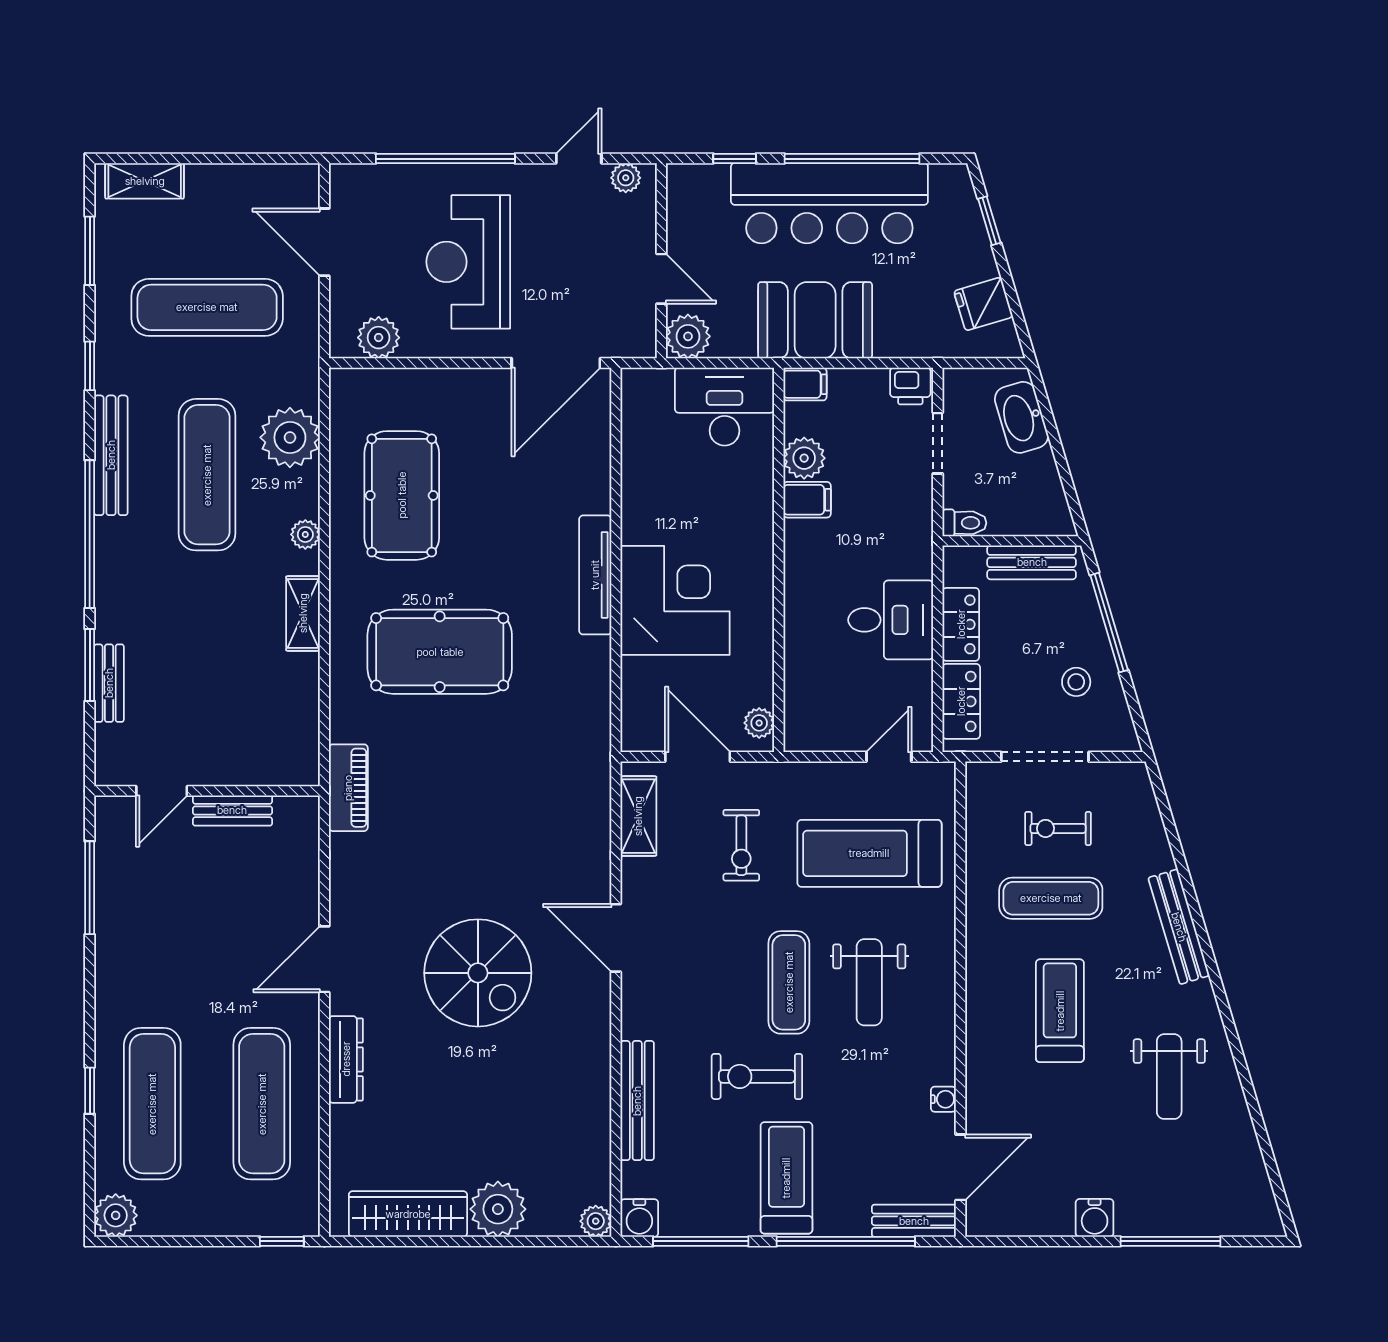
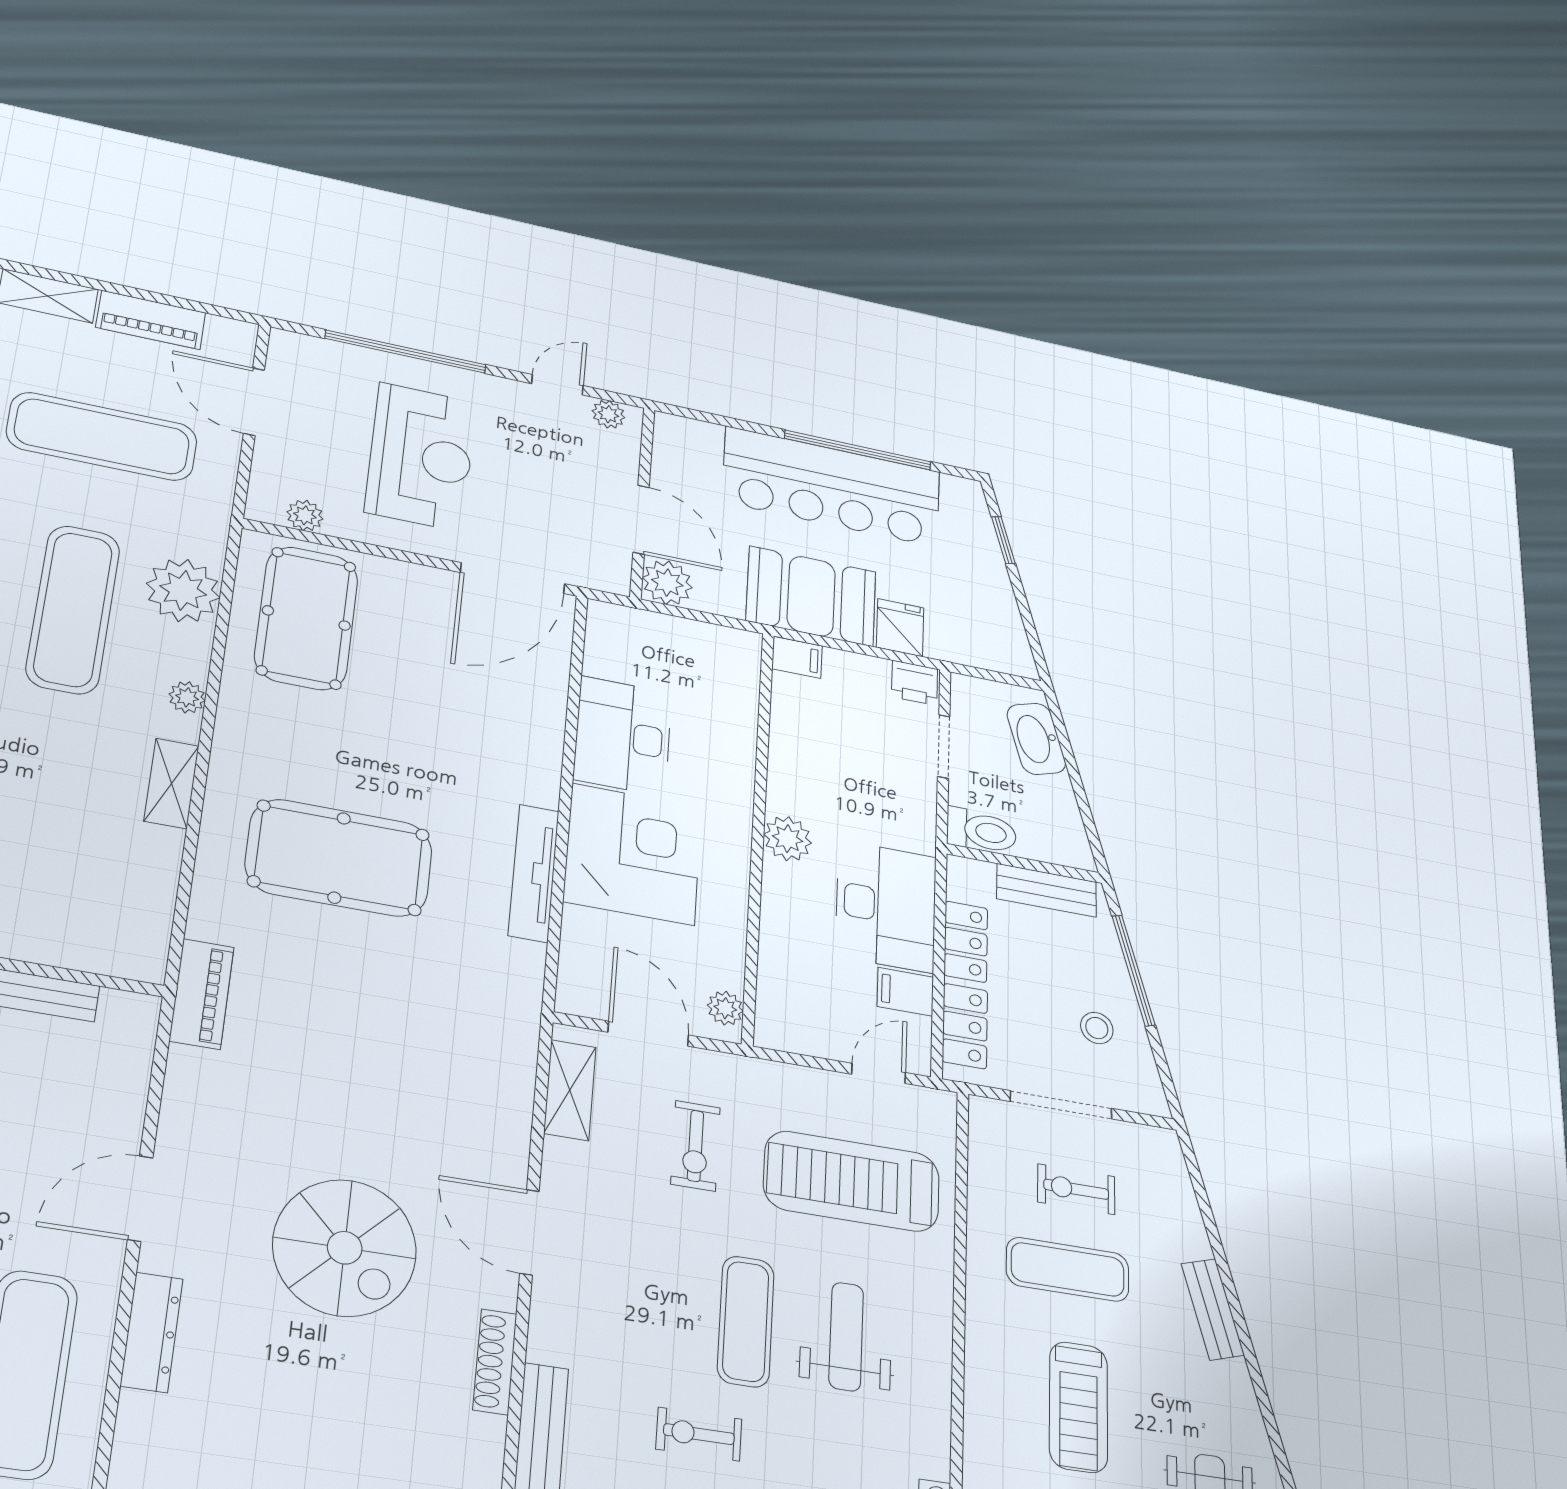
window: (735, 159) -> (730, 422), removed
piano: (230, 183) -> (151, 320), added
reception desk: (468, 262) -> (421, 457), turned 180
door: (661, 279) -> (641, 520), width x1.38
fridge: (983, 304) -> (900, 628), moved, turned 107
plant: (379, 338) -> (305, 515), width x0.73, depth x0.73
desk: (725, 407) -> (623, 736), moved, turned -90
plant: (804, 458) -> (788, 839), moved
pool table: (402, 495) -> (306, 618), moved
filing cabinet: (807, 500) -> (905, 992), moved, turned 180
toilet: (964, 523) -> (981, 831), width x1.37, depth x1.39
tv unit: (595, 575) -> (534, 873), moved
desk: (891, 620) -> (886, 906), width x1.37
bench: (1179, 927) -> (1213, 1309), width x0.73
weight bench: (869, 982) -> (846, 1337), turned 180
treadmill: (1060, 1011) -> (1079, 1407), turned 180
shoe rack: (598, 1044) -> (495, 1362), added
exercise bike: (757, 1076) -> (699, 1434), width x0.73, depth x0.72

